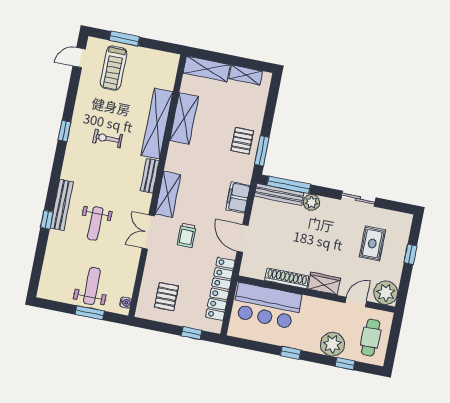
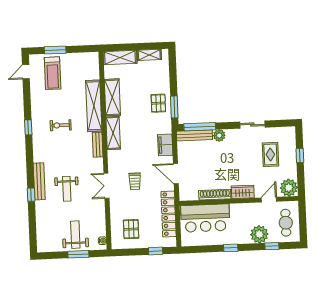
shelving: (168, 194) -> (113, 133), moved

